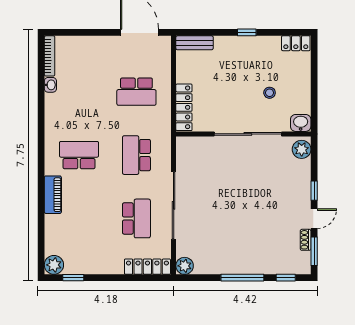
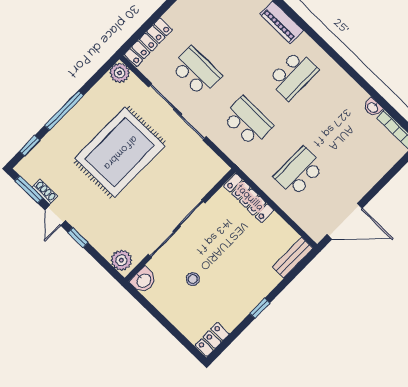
rug: (234, 217) -> (120, 152), added
school desk: (136, 218) -> (196, 71), turned 180

